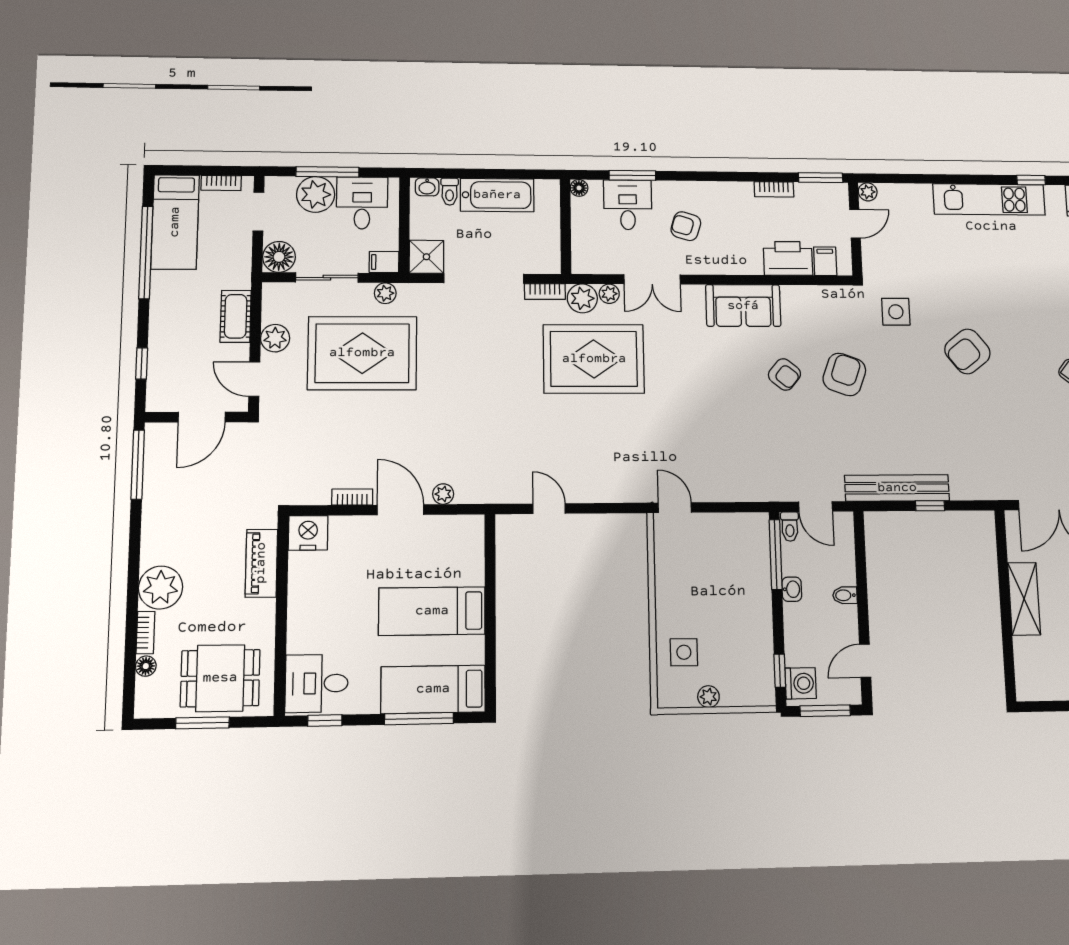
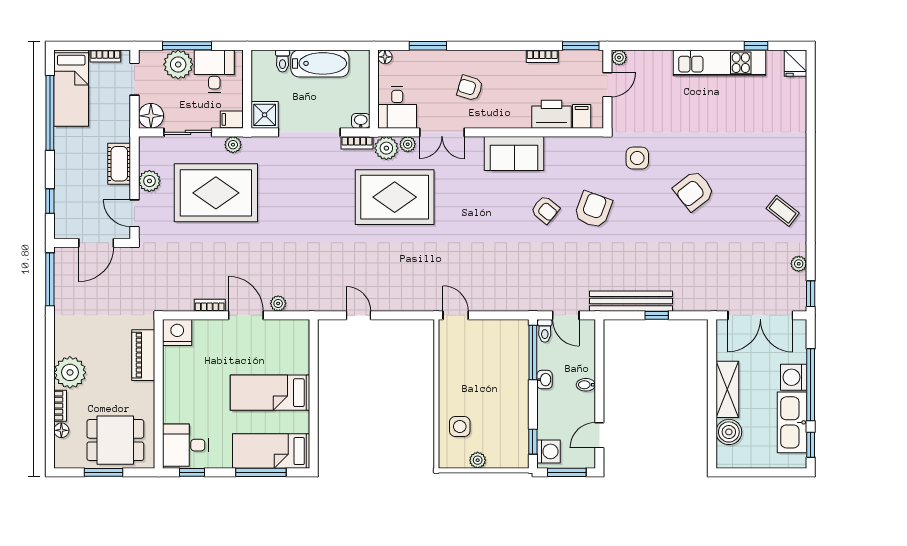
washbasin: (427, 187) -> (361, 121), moved, turned 180
desk: (628, 205) -> (397, 108), moved, turned 180
boiler: (1029, 654) -> (729, 432), added

